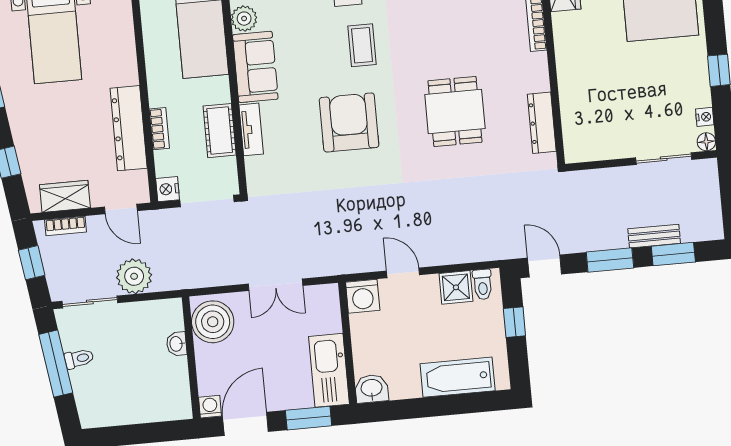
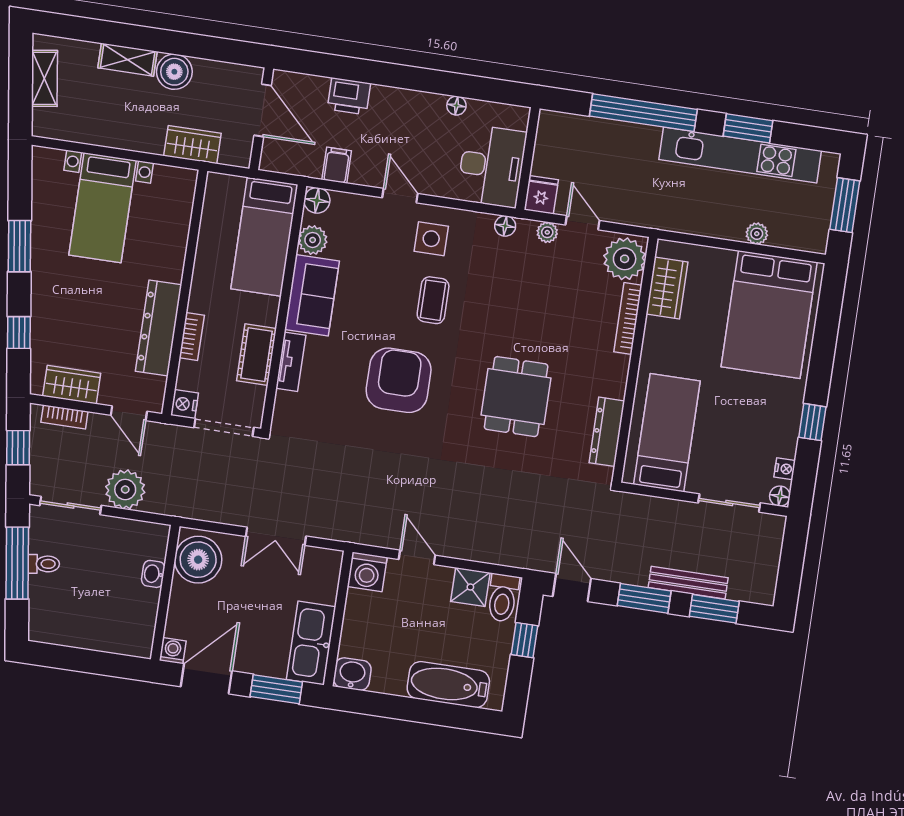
bed: (594, 111) -> (667, 433), added
bench: (654, 236) -> (688, 583), width x1.36
toilet: (483, 284) -> (503, 598), width x1.37, depth x1.39

